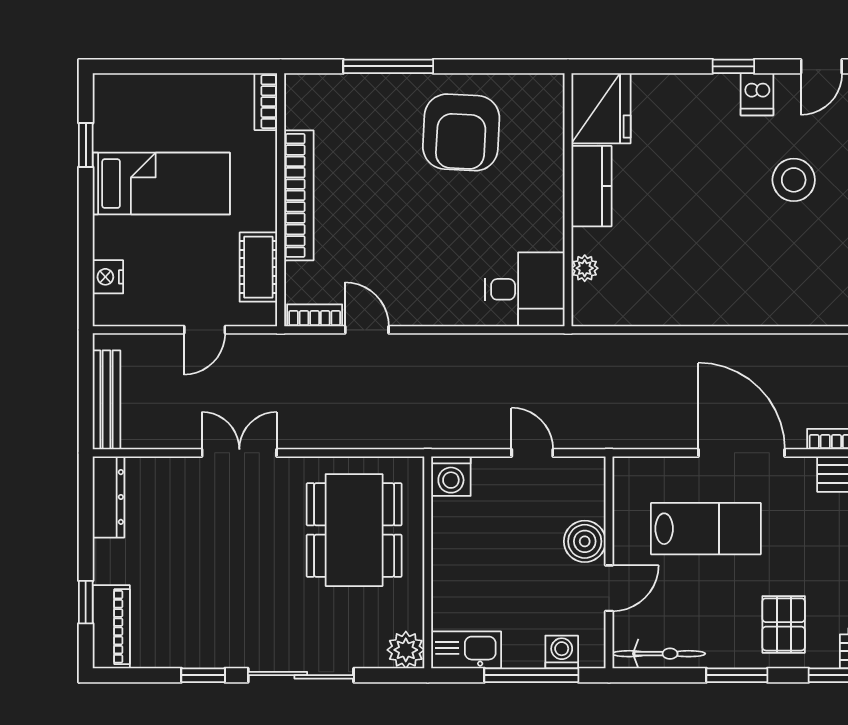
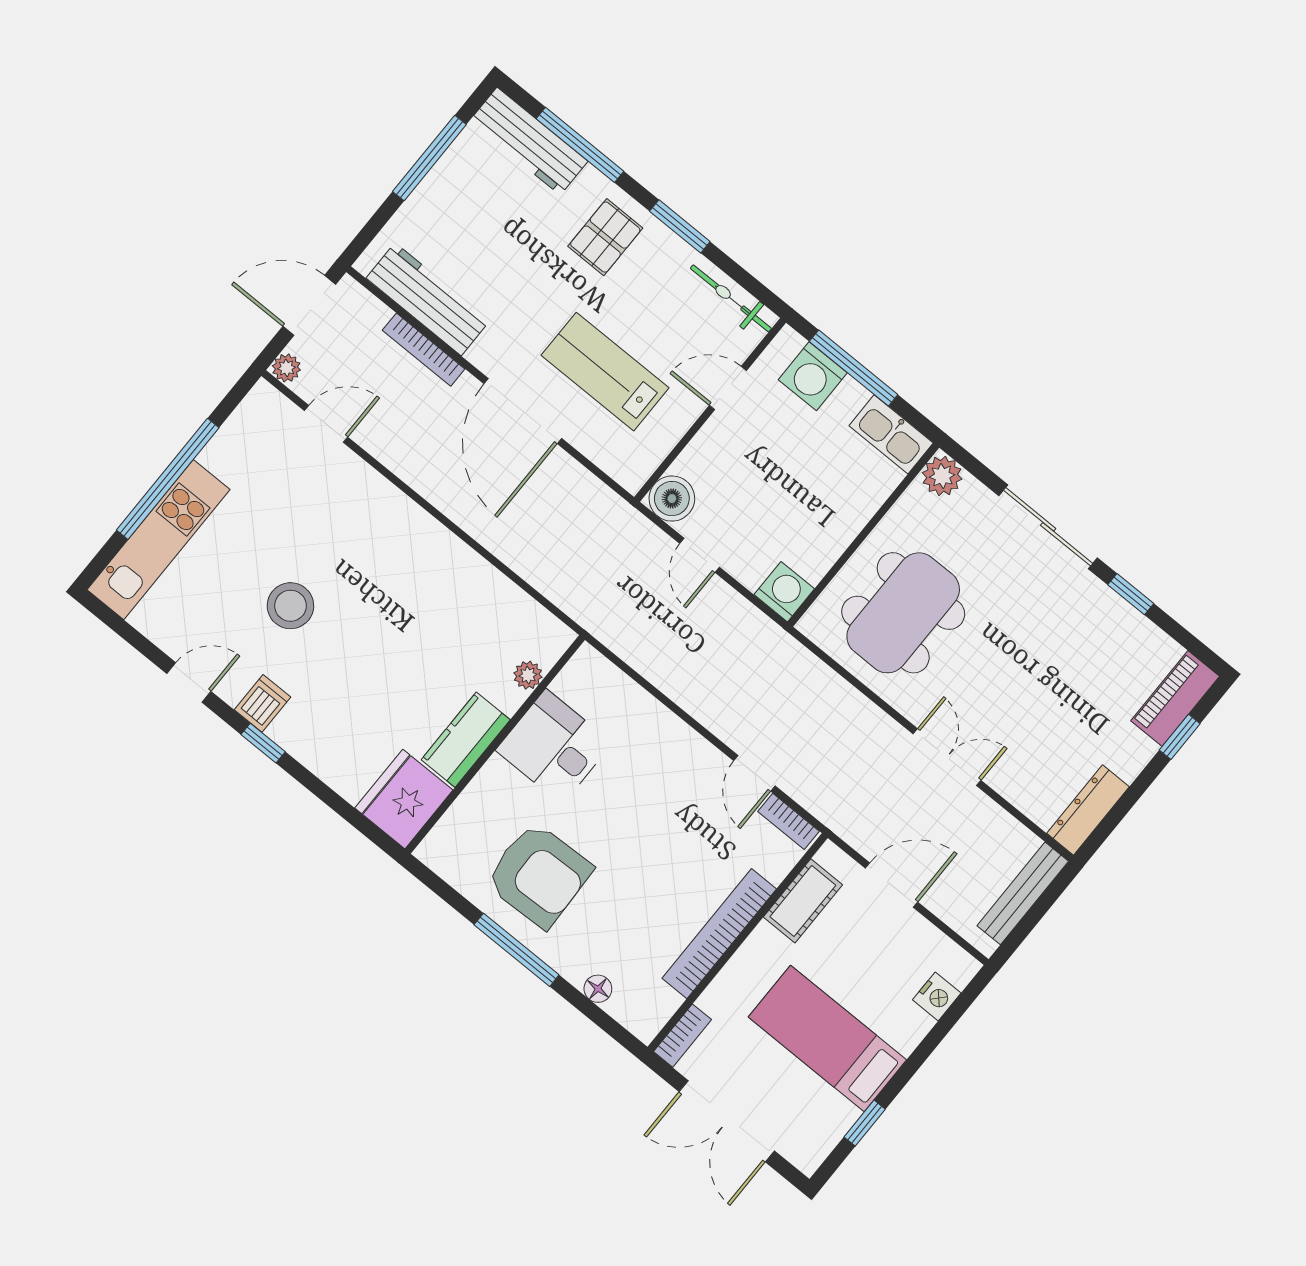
double door: (185, 66) -> (727, 1121), added
window: (388, 66) -> (517, 950), moved
floor lamp: (353, 86) -> (598, 989), added
armchair: (461, 132) -> (539, 875), turned 85
desk: (525, 289) -> (554, 747), moved
door: (205, 330) -> (892, 885), width x1.38
double door: (239, 453) -> (947, 757), swing flipped
boiler: (585, 541) -> (672, 499), moved
washing machine: (562, 652) -> (813, 376), width x1.38, depth x1.38

